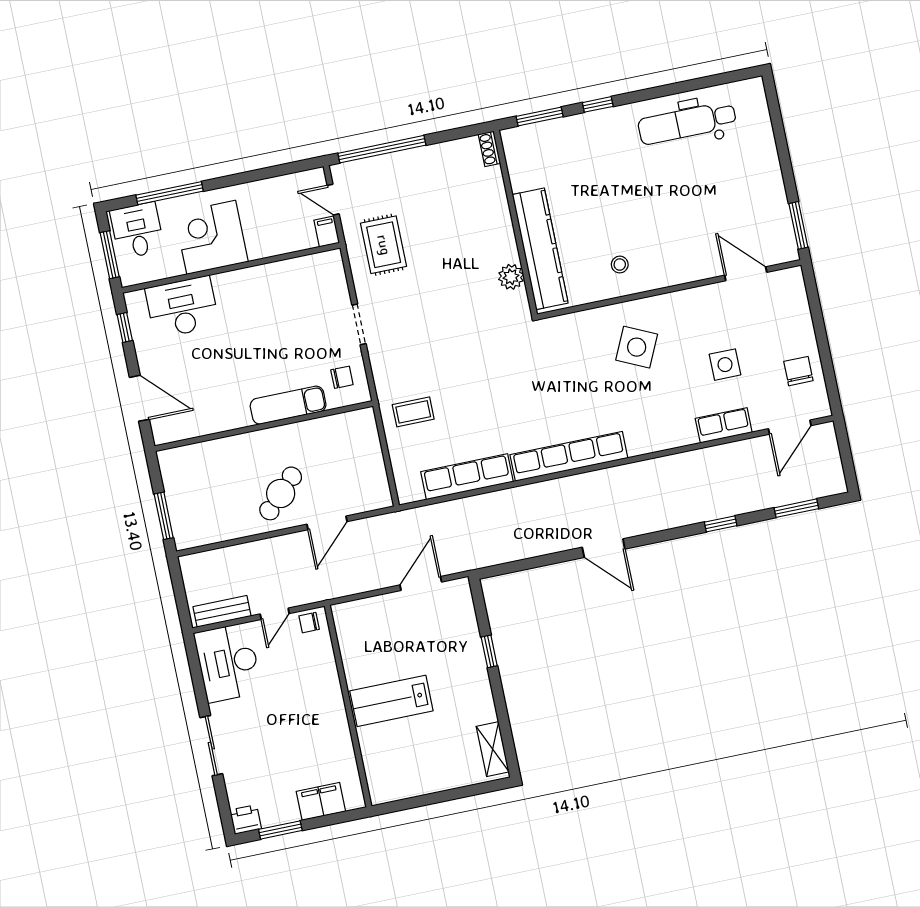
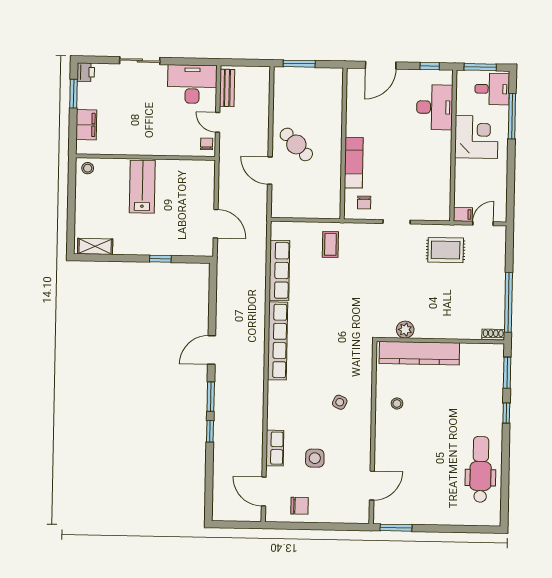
window: (382, 149) -> (508, 302), moved
side table: (637, 347) -> (340, 402), width x0.54, depth x0.54
window: (796, 508) -> (211, 397), moved
stool: (383, 785) -> (88, 168), added

